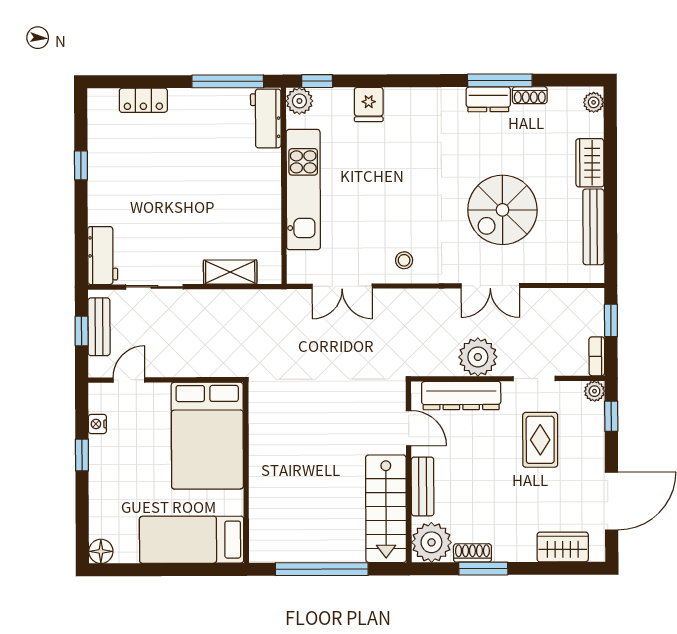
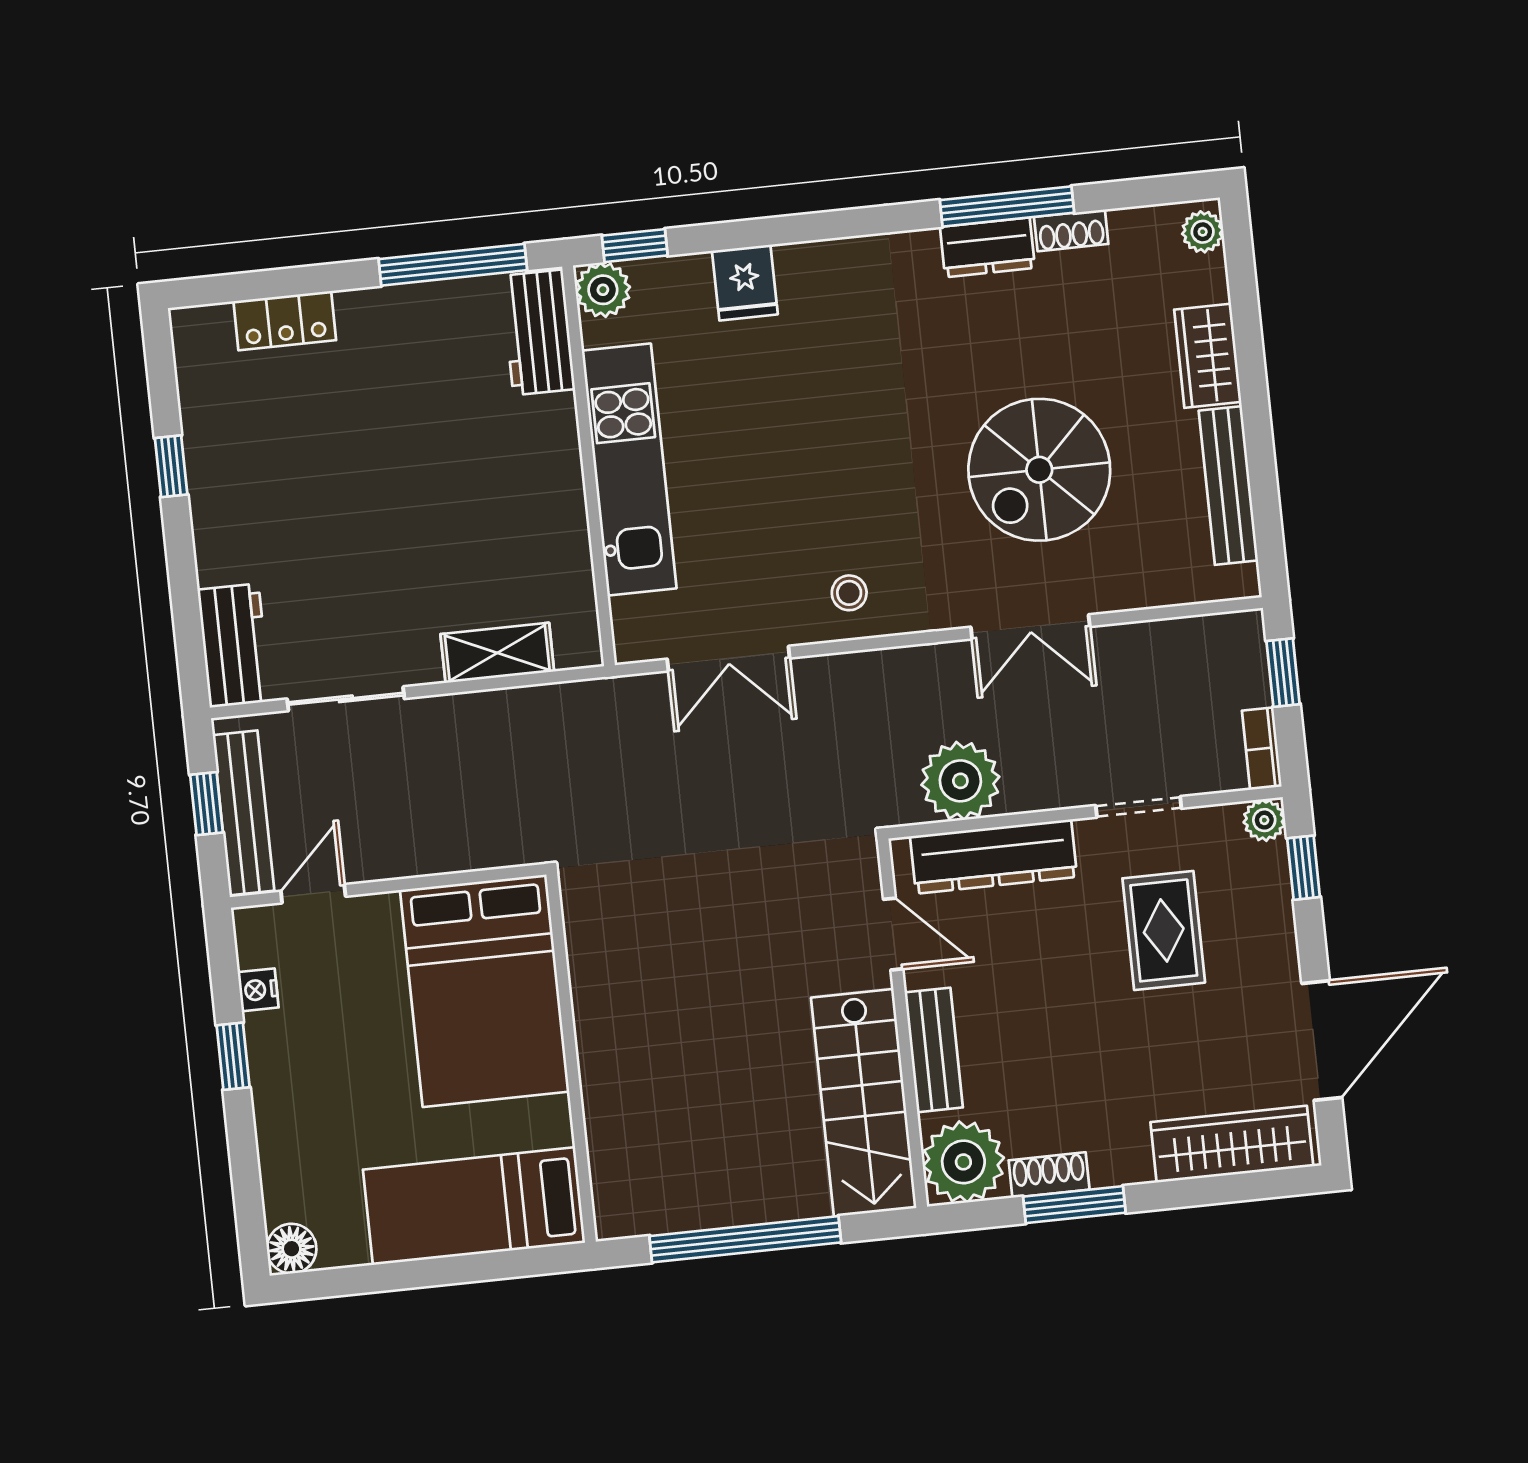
bench: (99, 327) -> (243, 813), width x1.36
plant: (478, 357) -> (960, 781), moved
wardrobe: (563, 547) -> (1232, 1144), width x1.50

